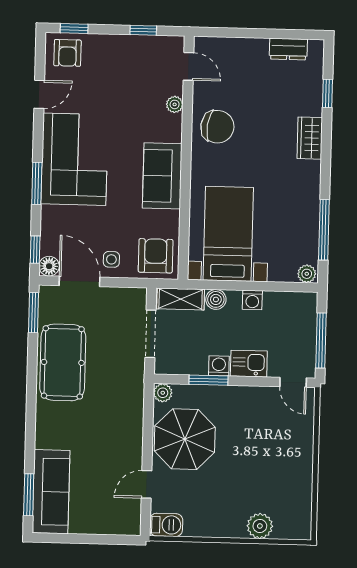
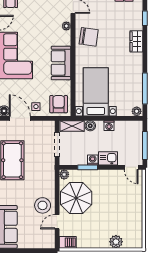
stool: (119, 452) -> (43, 205), added

